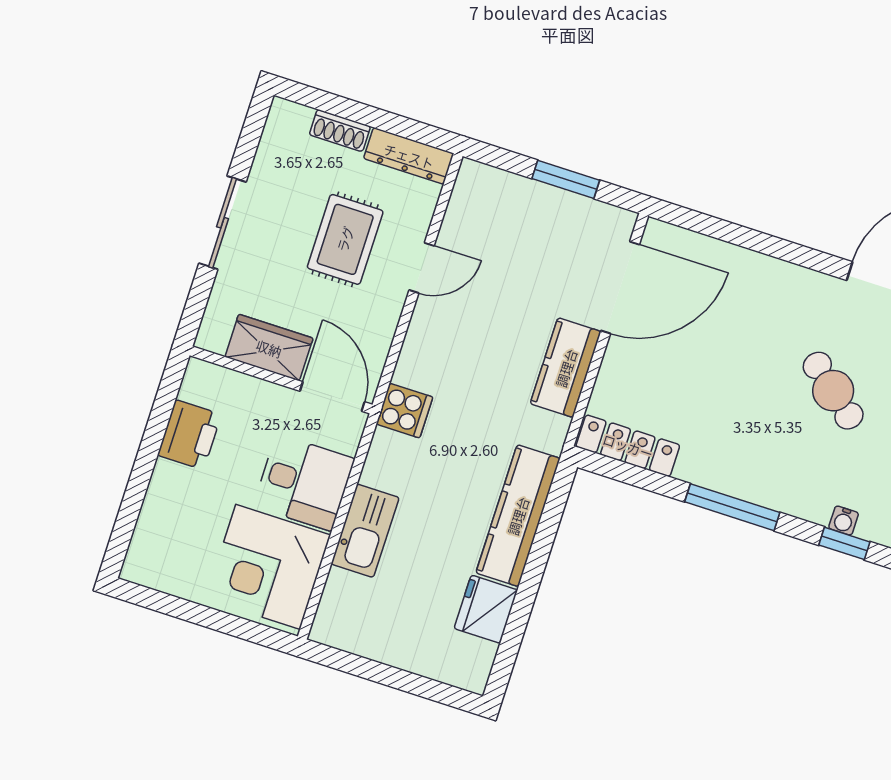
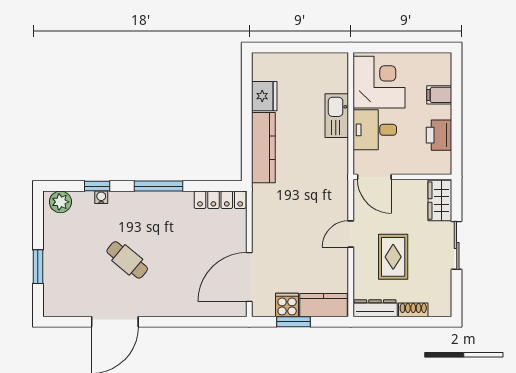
door: (422, 268) -> (351, 234), moved
wardrobe: (269, 348) -> (440, 201), moved, turned 90
kitchen counter: (566, 368) -> (324, 305), moved, turned -90
cooker: (404, 411) -> (287, 305), moved, turned 90
filing cabinet: (165, 508) -> (439, 95), added

